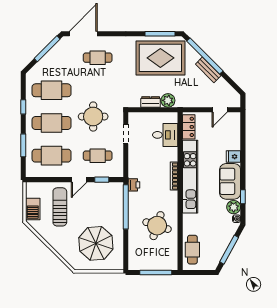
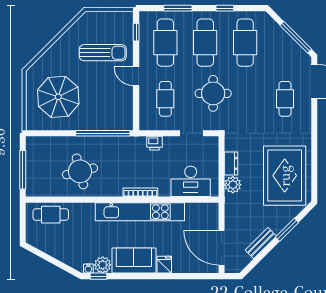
window: (160, 34) -> (314, 175), removed
window: (205, 56) -> (287, 230), width x0.47
bench: (208, 70) -> (261, 243), moved
door: (220, 110) -> (221, 248), width x1.88
locker: (189, 127) -> (200, 210), removed
desk: (165, 135) -> (191, 181), width x1.37
window: (102, 180) -> (136, 32), moved
printer: (134, 185) -> (155, 143), moved
window: (243, 197) -> (98, 276), moved
barbecue: (33, 209) -> (100, 20), removed
round table: (157, 226) -> (80, 171), turned -32
window: (229, 250) -> (51, 259), removed

